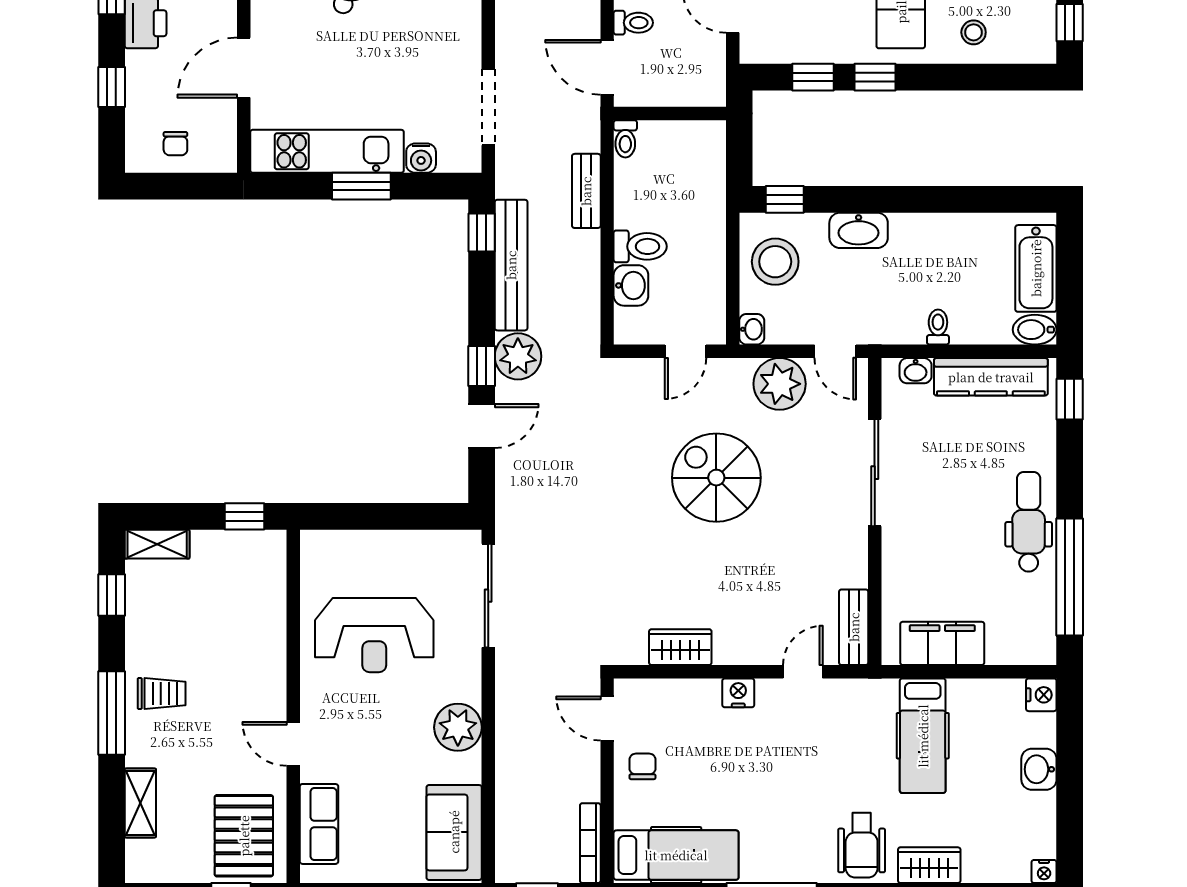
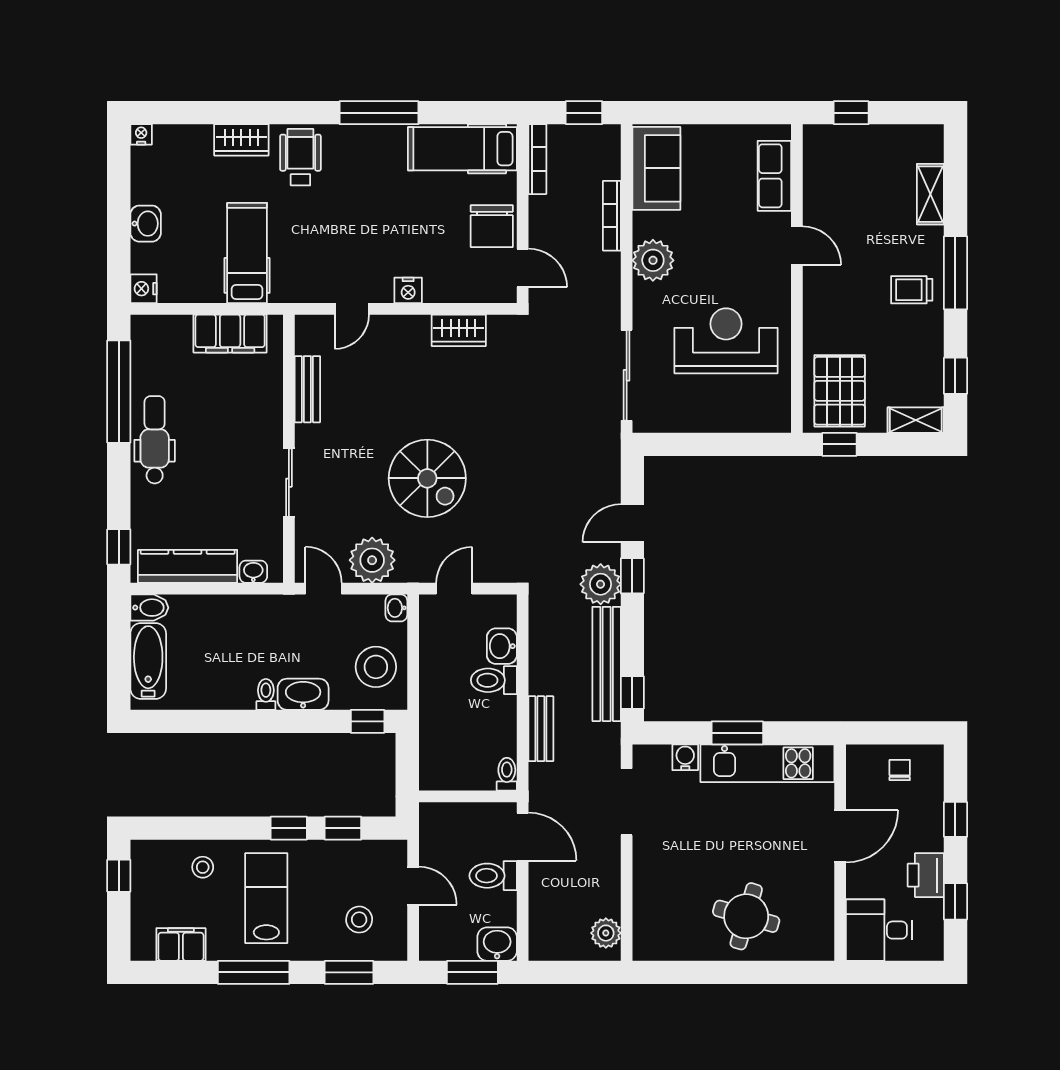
toilet: (633, 23) -> (493, 876), width x1.37, depth x1.39
toilet: (938, 327) -> (266, 694), moved, turned 180
sliding door: (875, 473) -> (289, 483), width x0.73
dental chair: (1029, 522) -> (155, 440), turned 180
bench: (854, 627) -> (307, 389), moved
chair: (642, 766) -> (492, 226), width x1.87, depth x1.87
bookcase: (505, 778) -> (612, 216), added
pallet: (244, 836) -> (840, 391), moved

